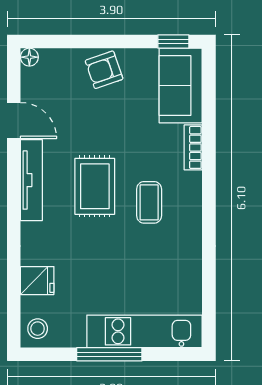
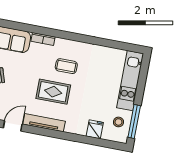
stool: (38, 329) -> (118, 122), moved
window: (109, 354) -> (134, 122), moved

